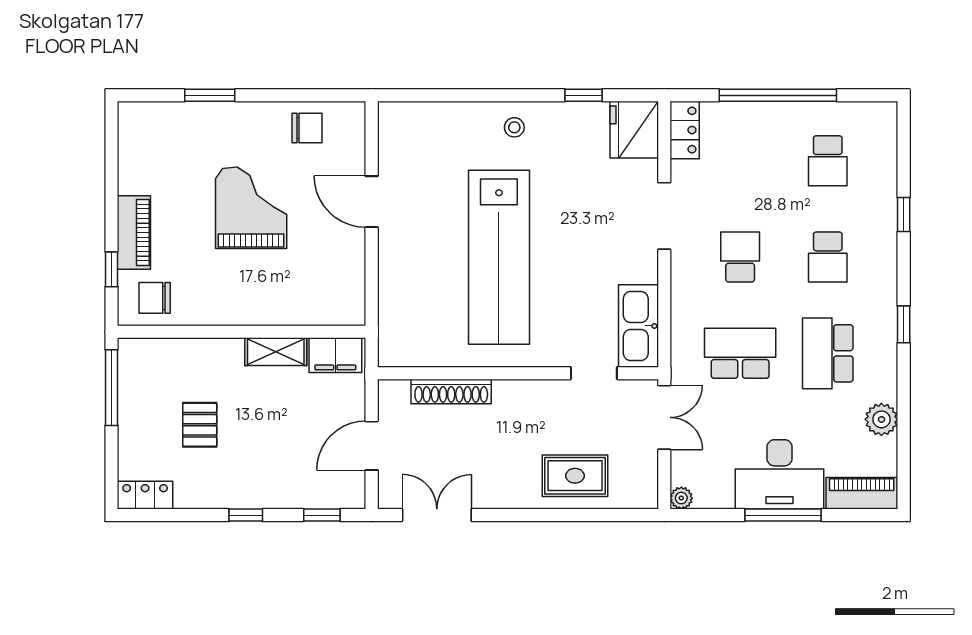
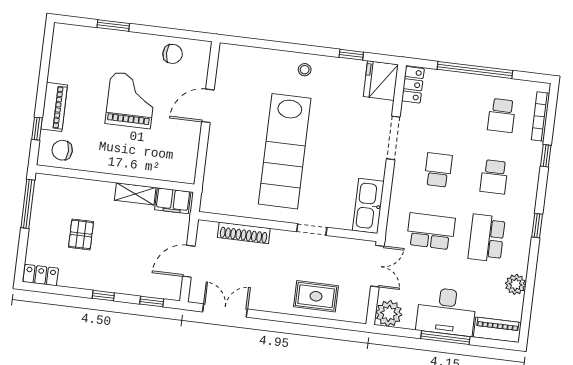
bookcase: (888, 155) -> (540, 117), added
door: (372, 202) -> (208, 106), hinge flipped
doorway: (594, 373) -> (312, 229), moved
plant: (681, 498) -> (389, 313), width x1.88, depth x1.88

